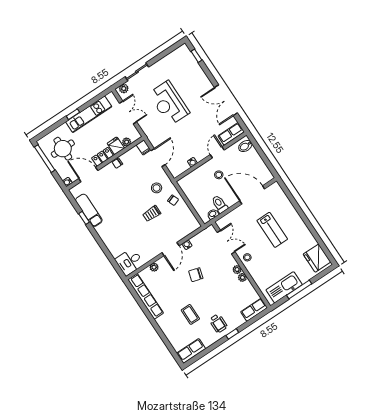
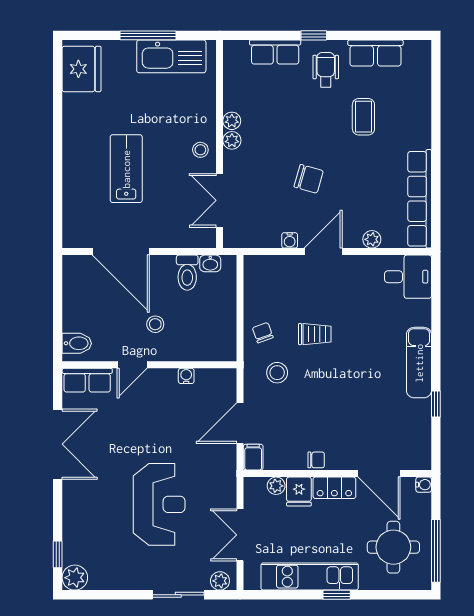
plant: (183, 51) -> (75, 578), added
exam couch: (89, 210) -> (419, 363), moved
row of seats: (254, 310) -> (275, 52), moved
row of seats: (191, 351) -> (375, 53), moved

